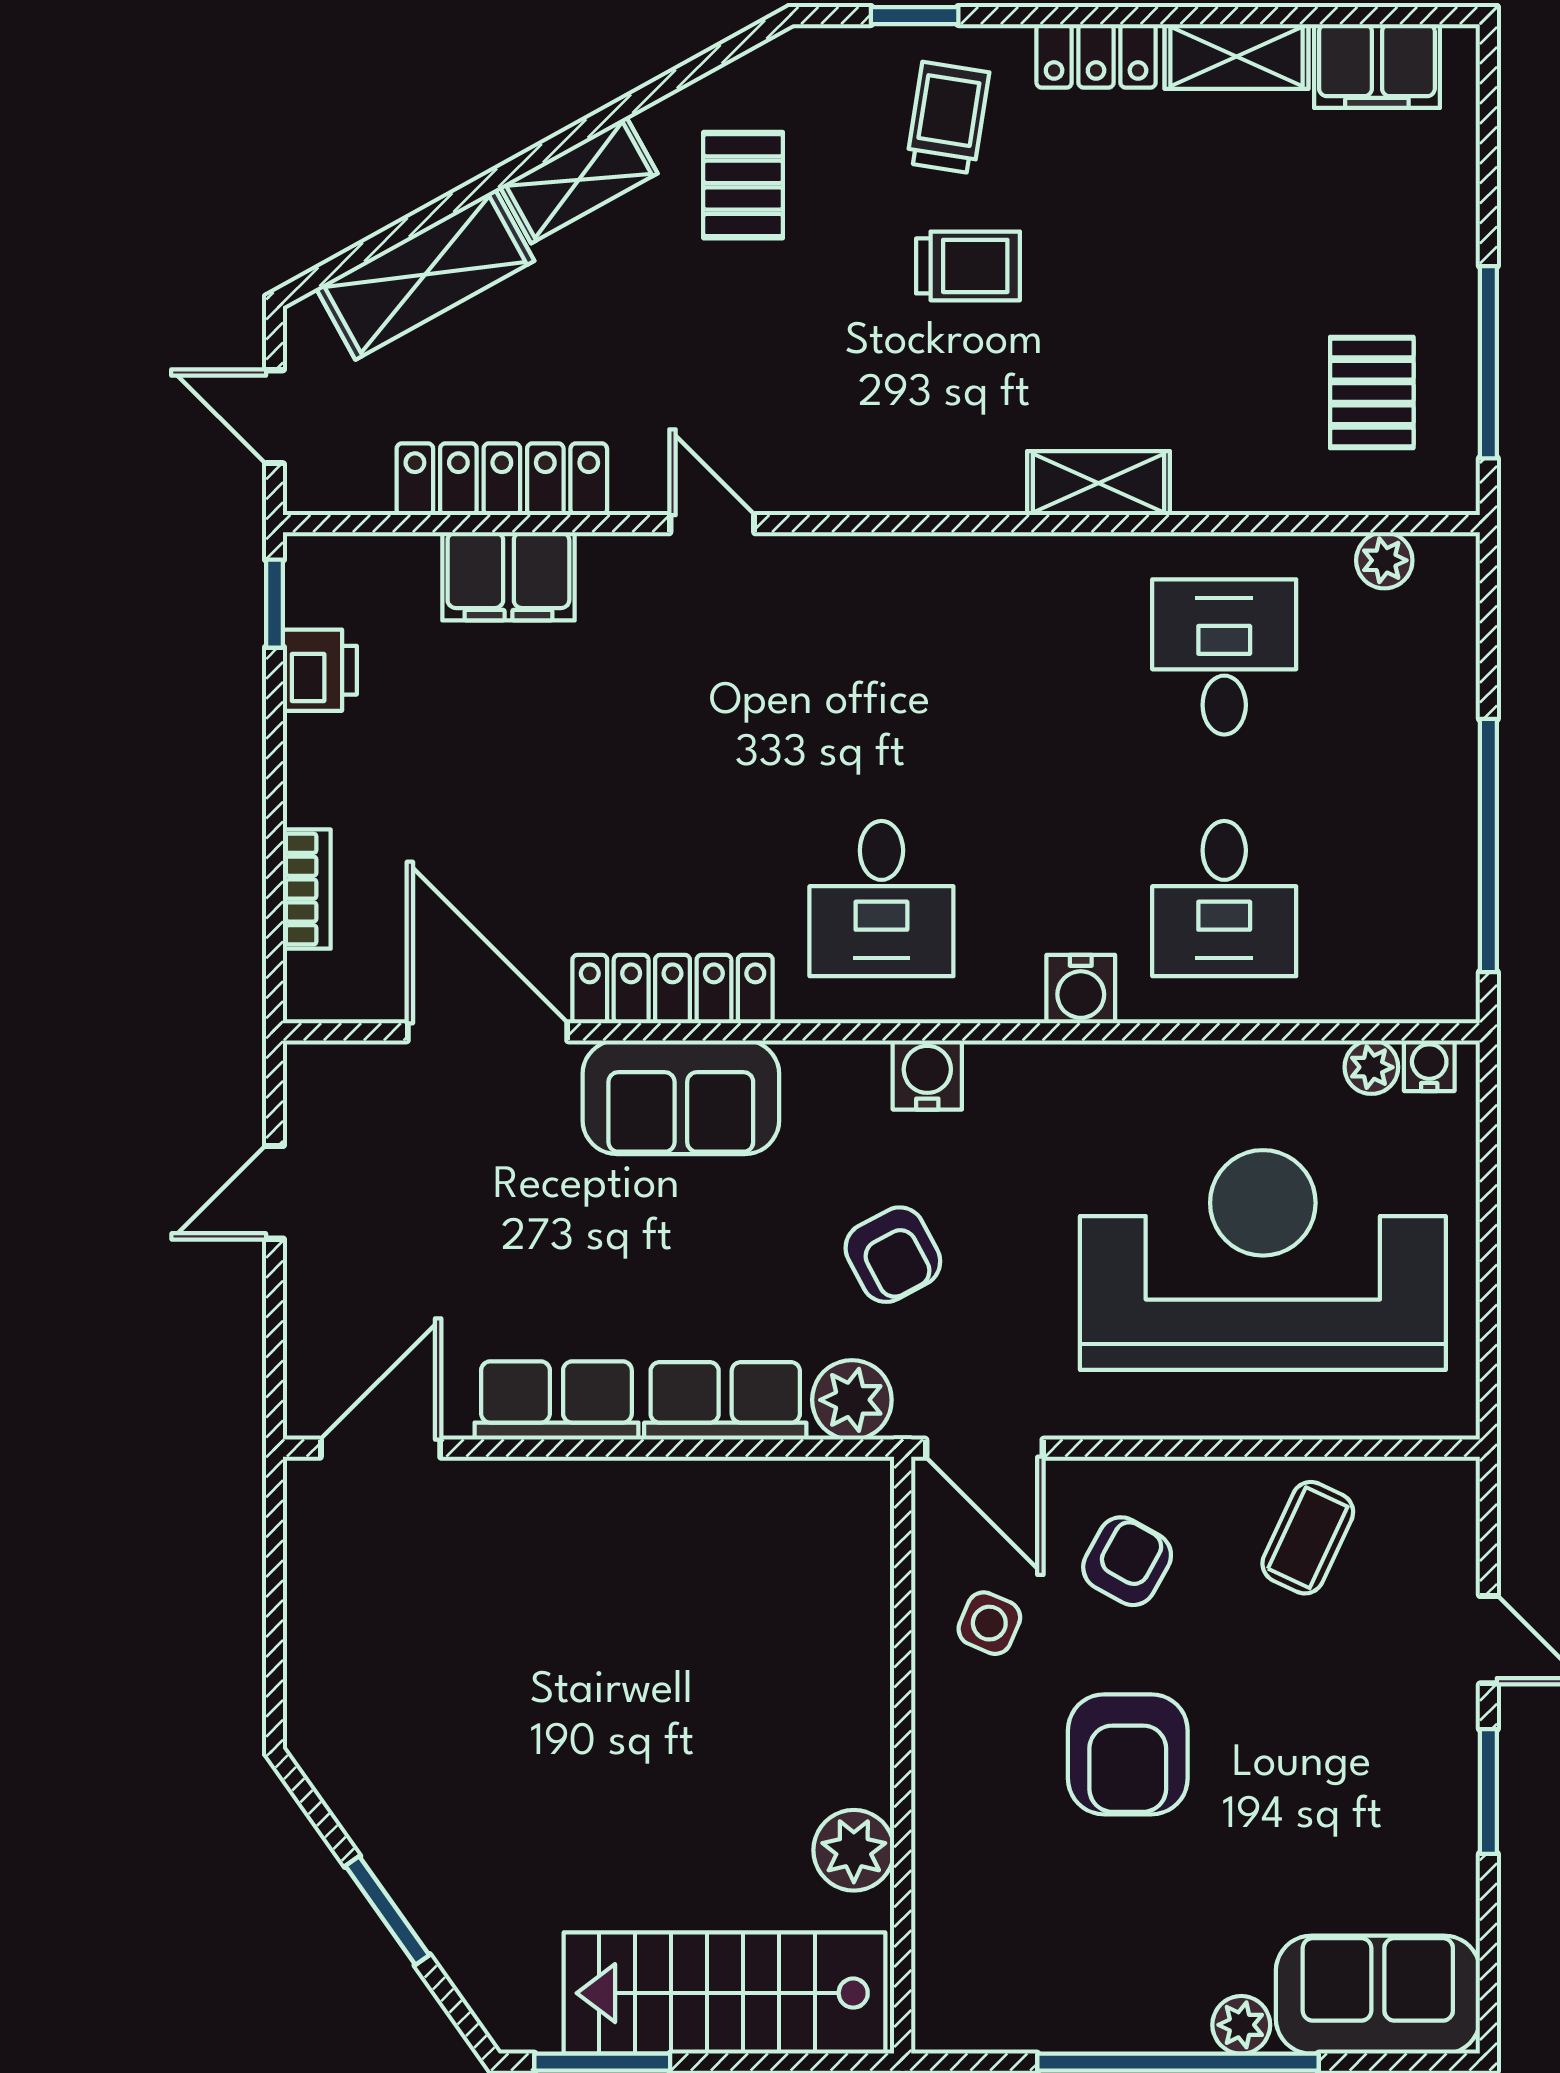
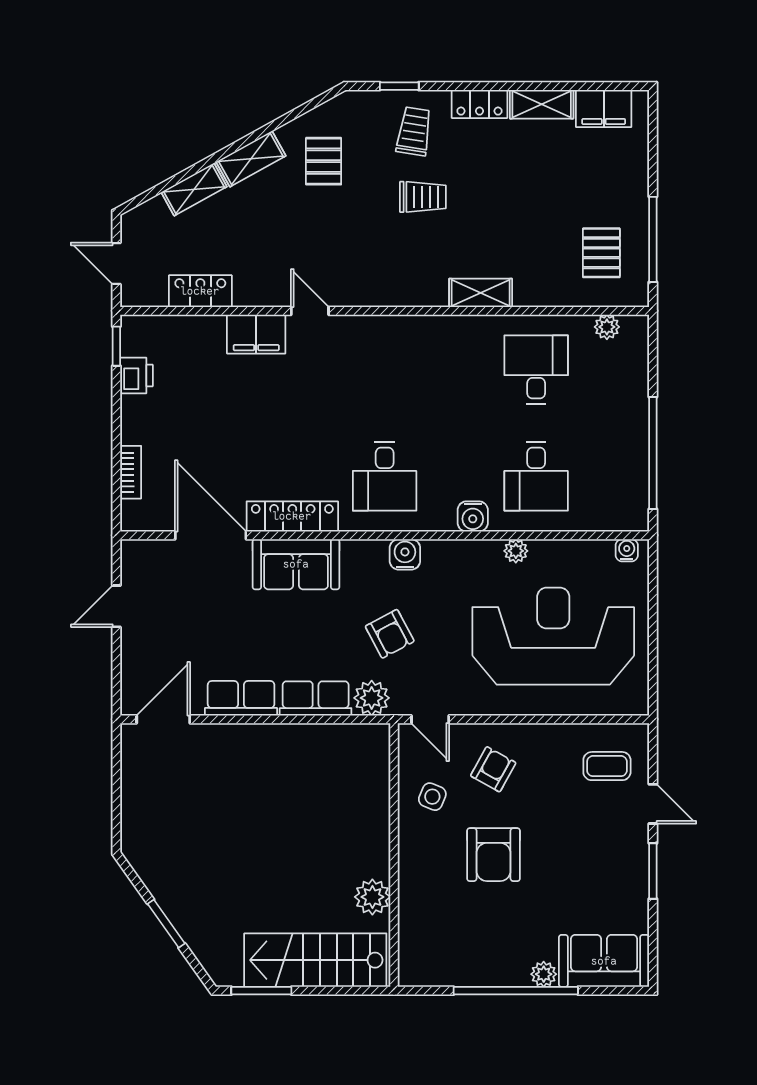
shelving: (425, 275) -> (194, 189), width x0.67, depth x0.75
locker: (502, 479) -> (200, 291), width x0.66
filing cabinet: (508, 576) -> (256, 334), moved
plant: (1371, 1067) -> (516, 551), moved
door: (984, 1448) -> (430, 719), width x0.73
coffee table: (1308, 1538) -> (607, 766), moved, turned 65

